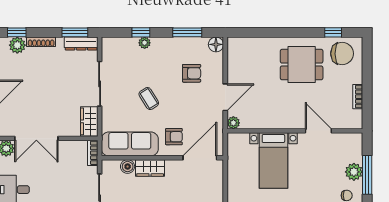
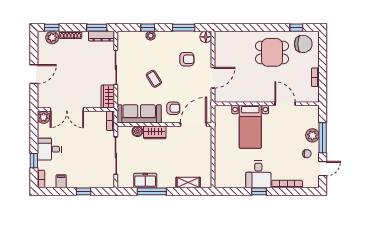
plant: (233, 123) -> (219, 97), removed

